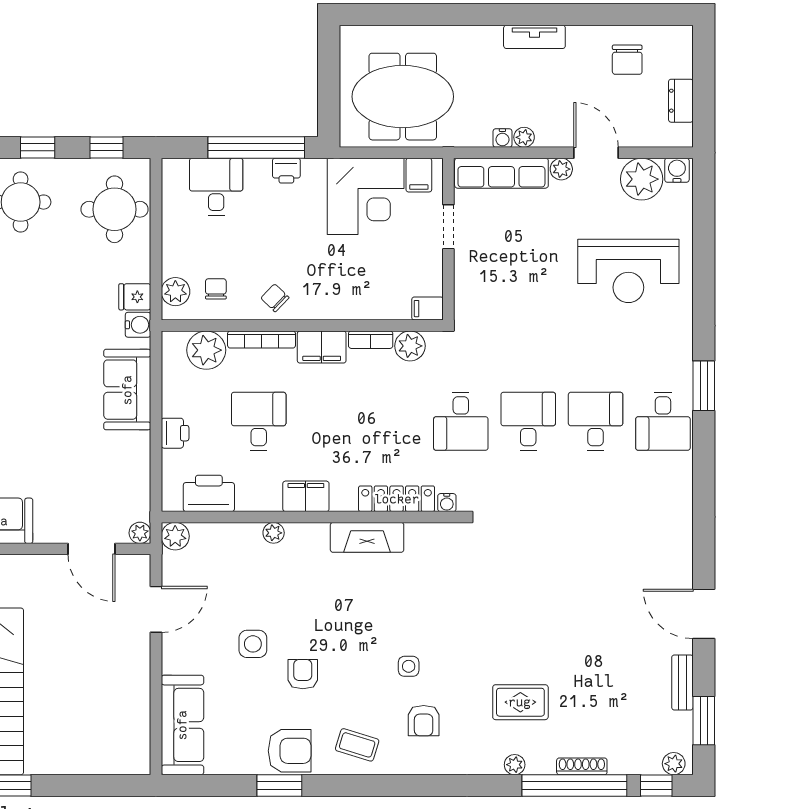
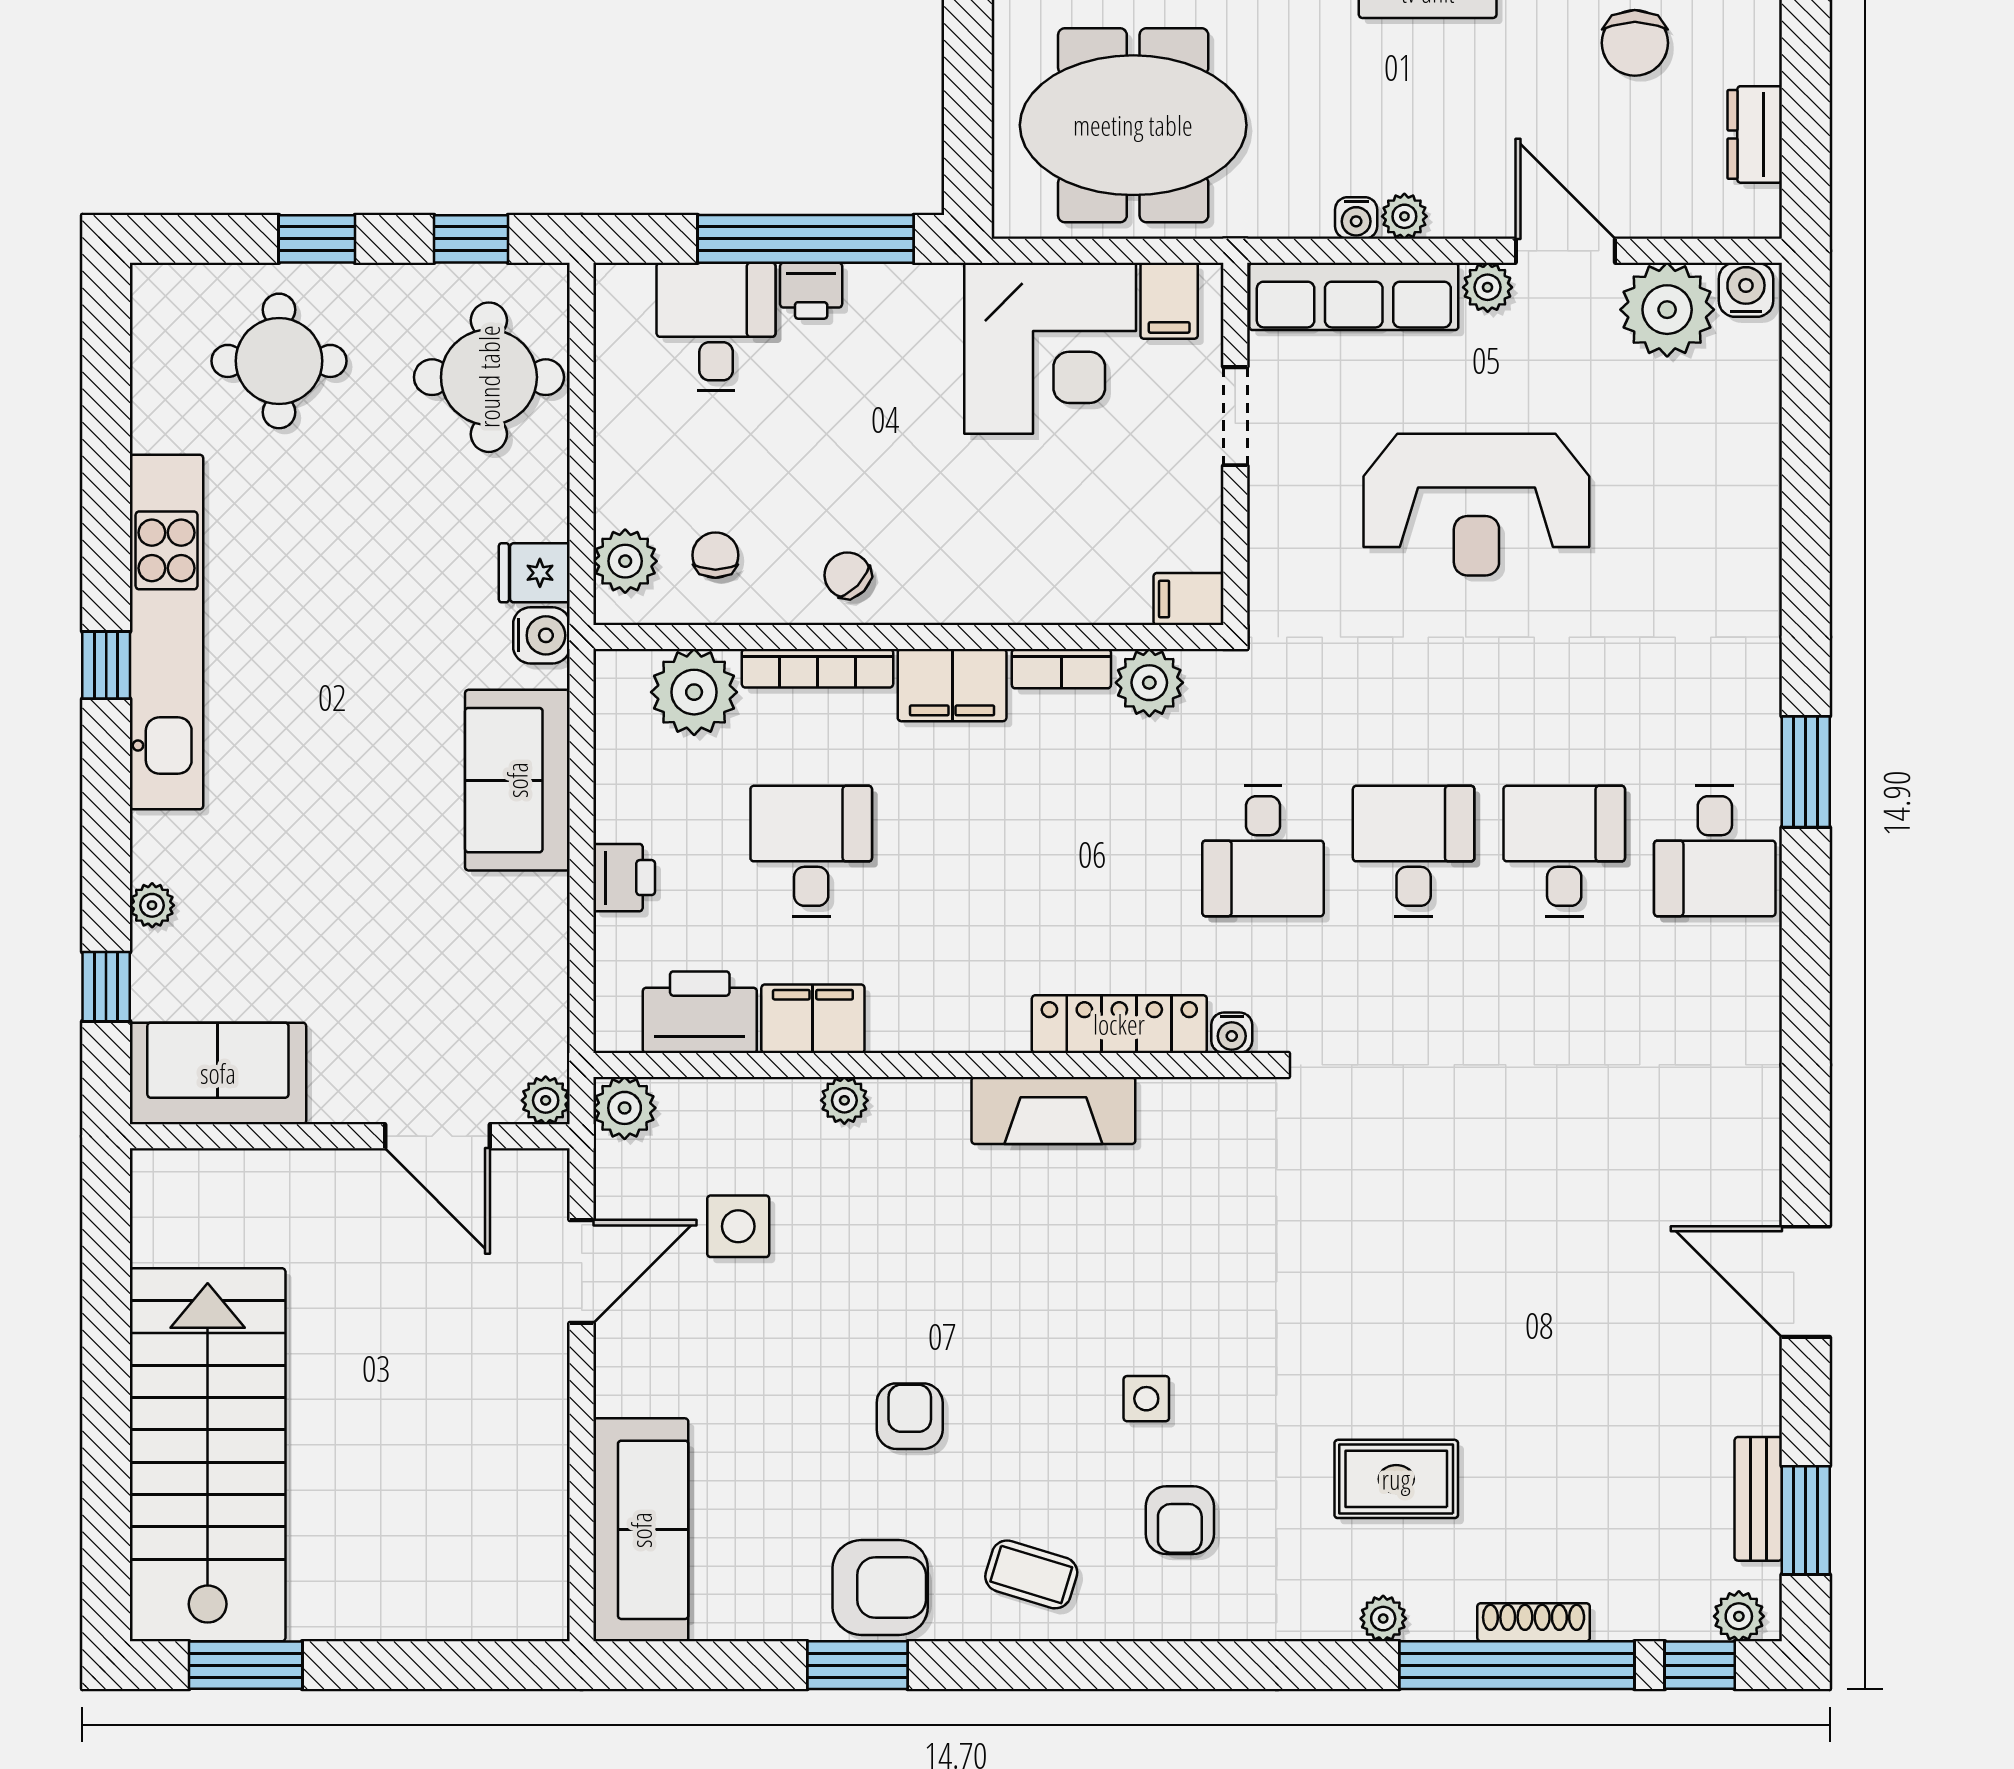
printer: (286, 171) -> (811, 291), moved
reception desk: (628, 271) -> (1476, 505), moved
filing cabinet: (306, 496) -> (813, 1019), moved
side table: (253, 644) -> (738, 1226), moved
bench: (682, 682) -> (1758, 1499), moved

